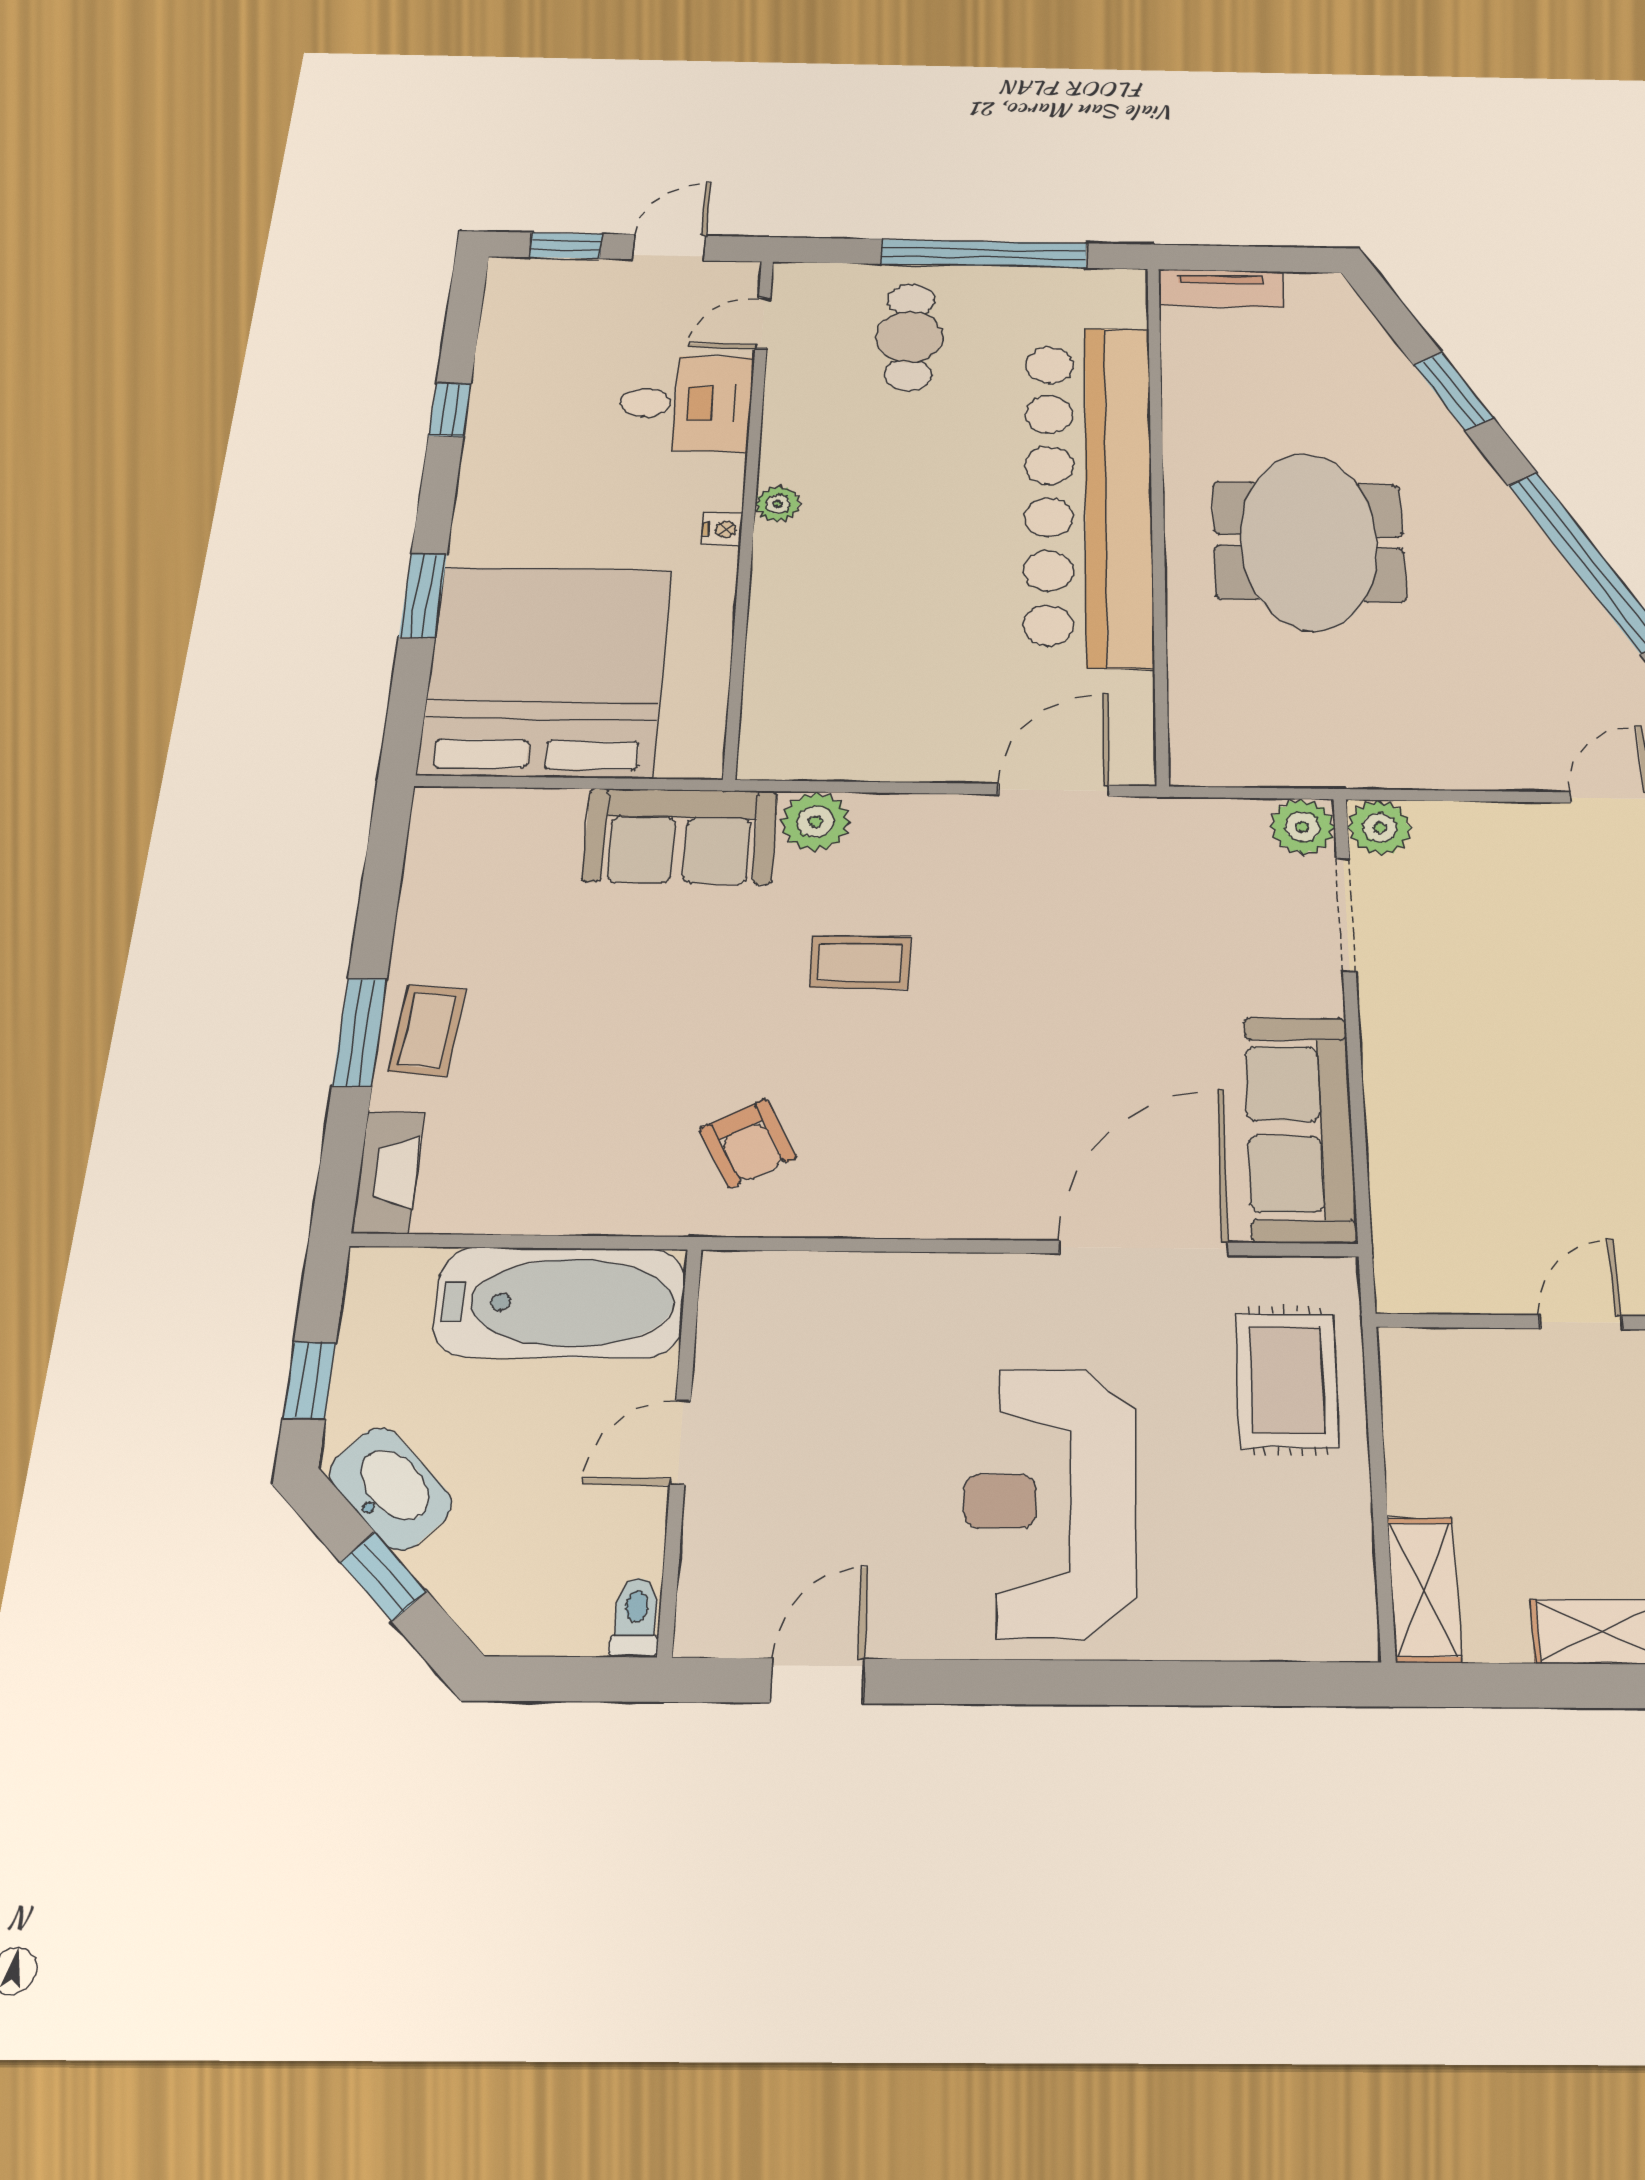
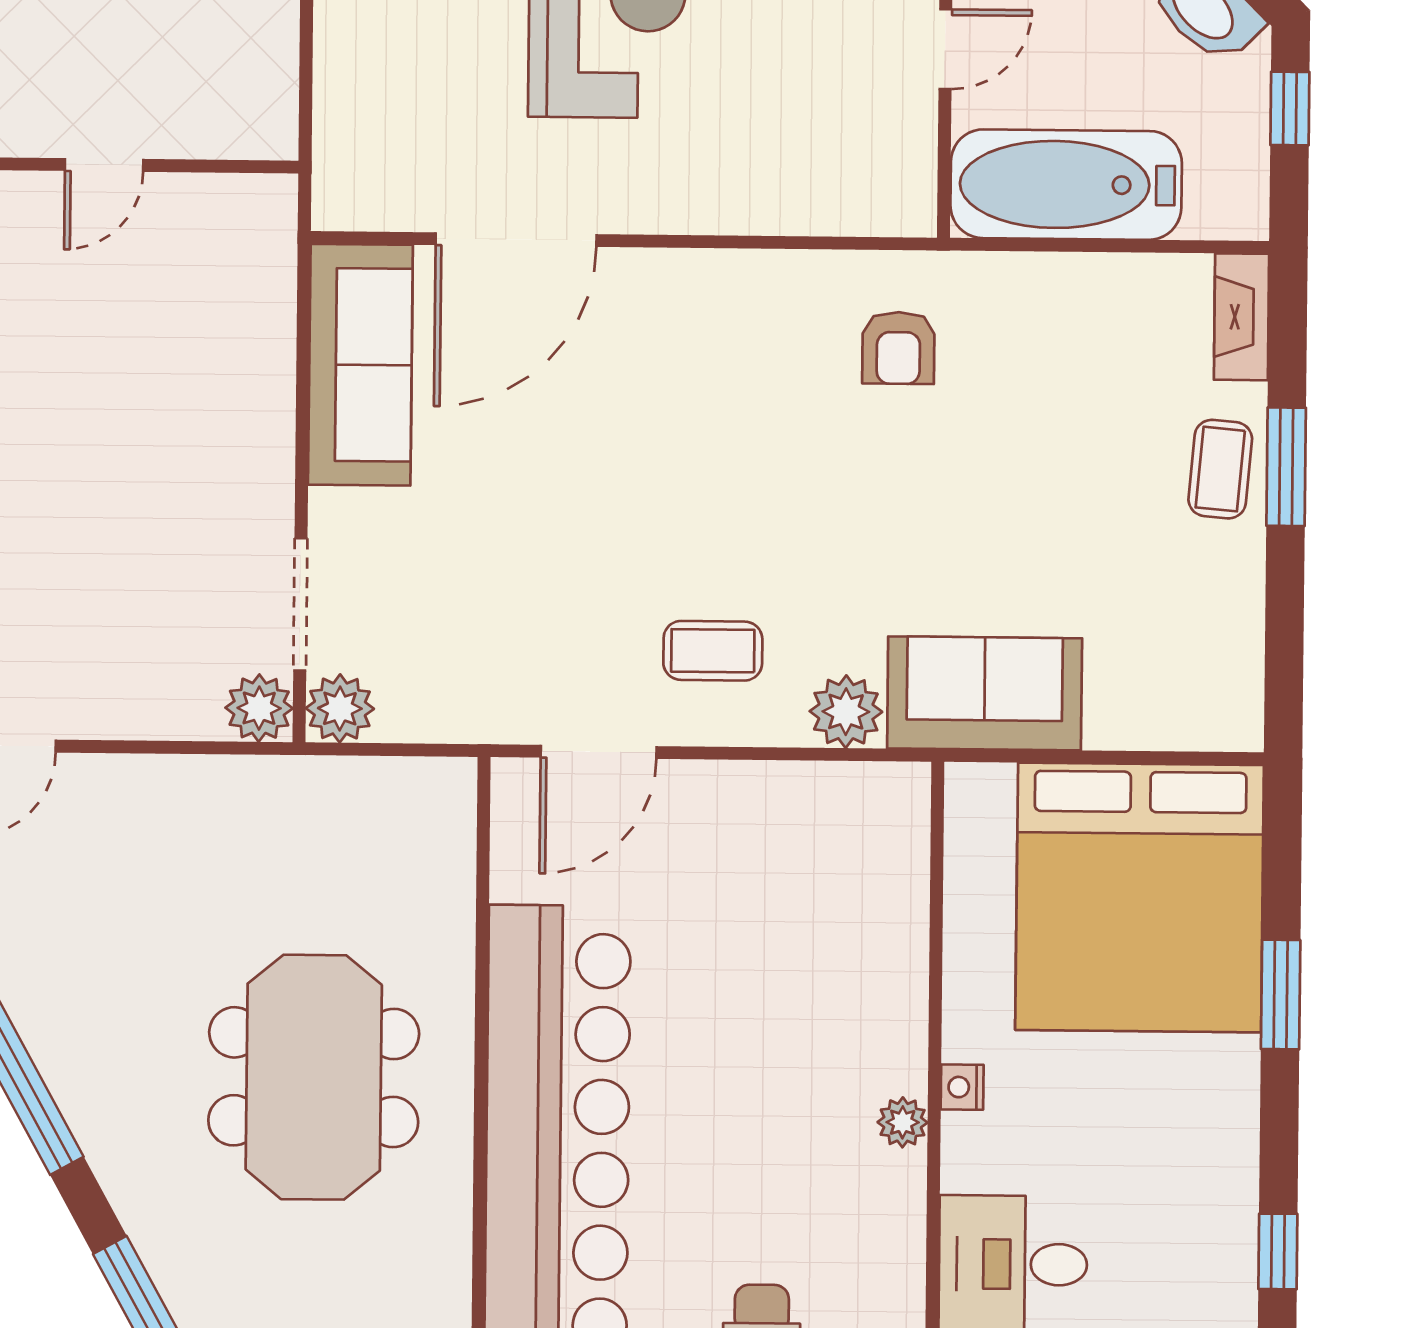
coffee table: (860, 962) -> (713, 651), moved
armchair: (748, 1143) -> (898, 348), turned -152
rug: (1287, 1380) -> (385, 109), removed

